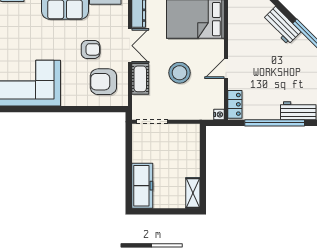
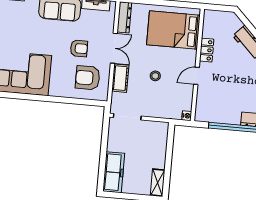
stool: (180, 73) -> (155, 76), width x0.53, depth x0.53
locker: (235, 104) -> (207, 50), moved

